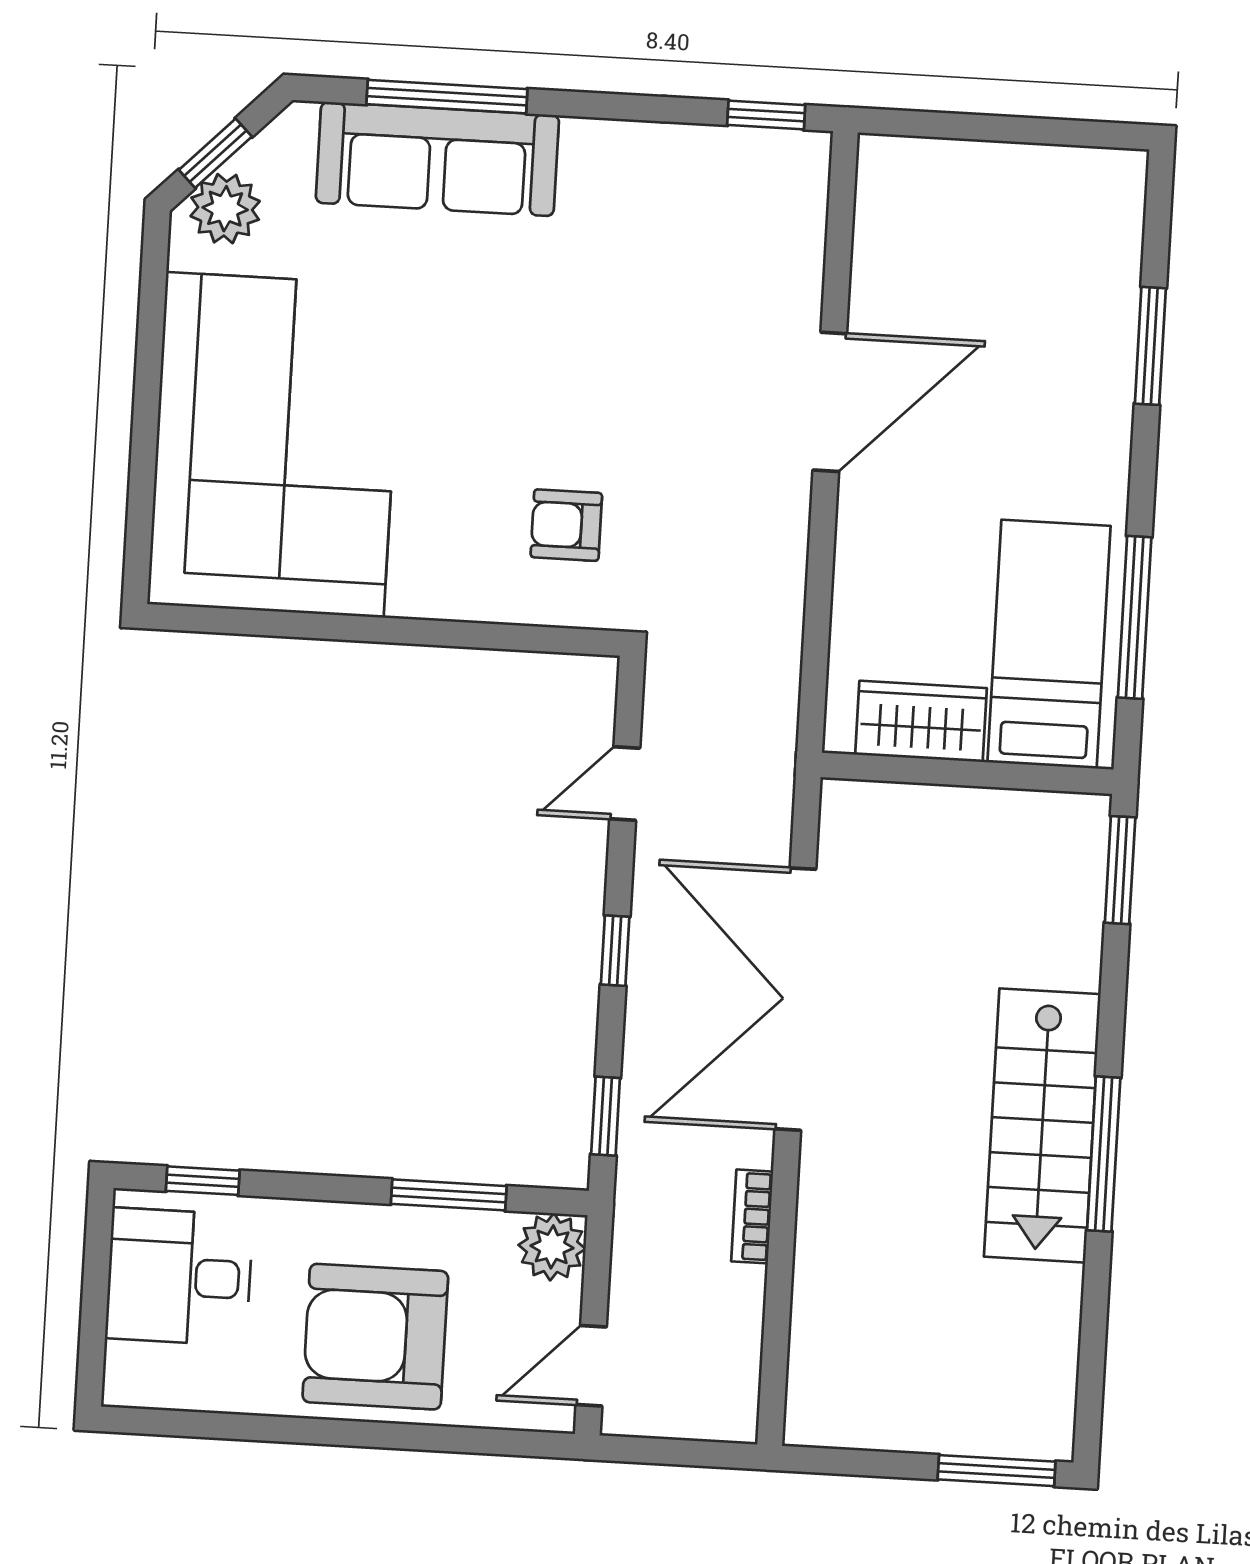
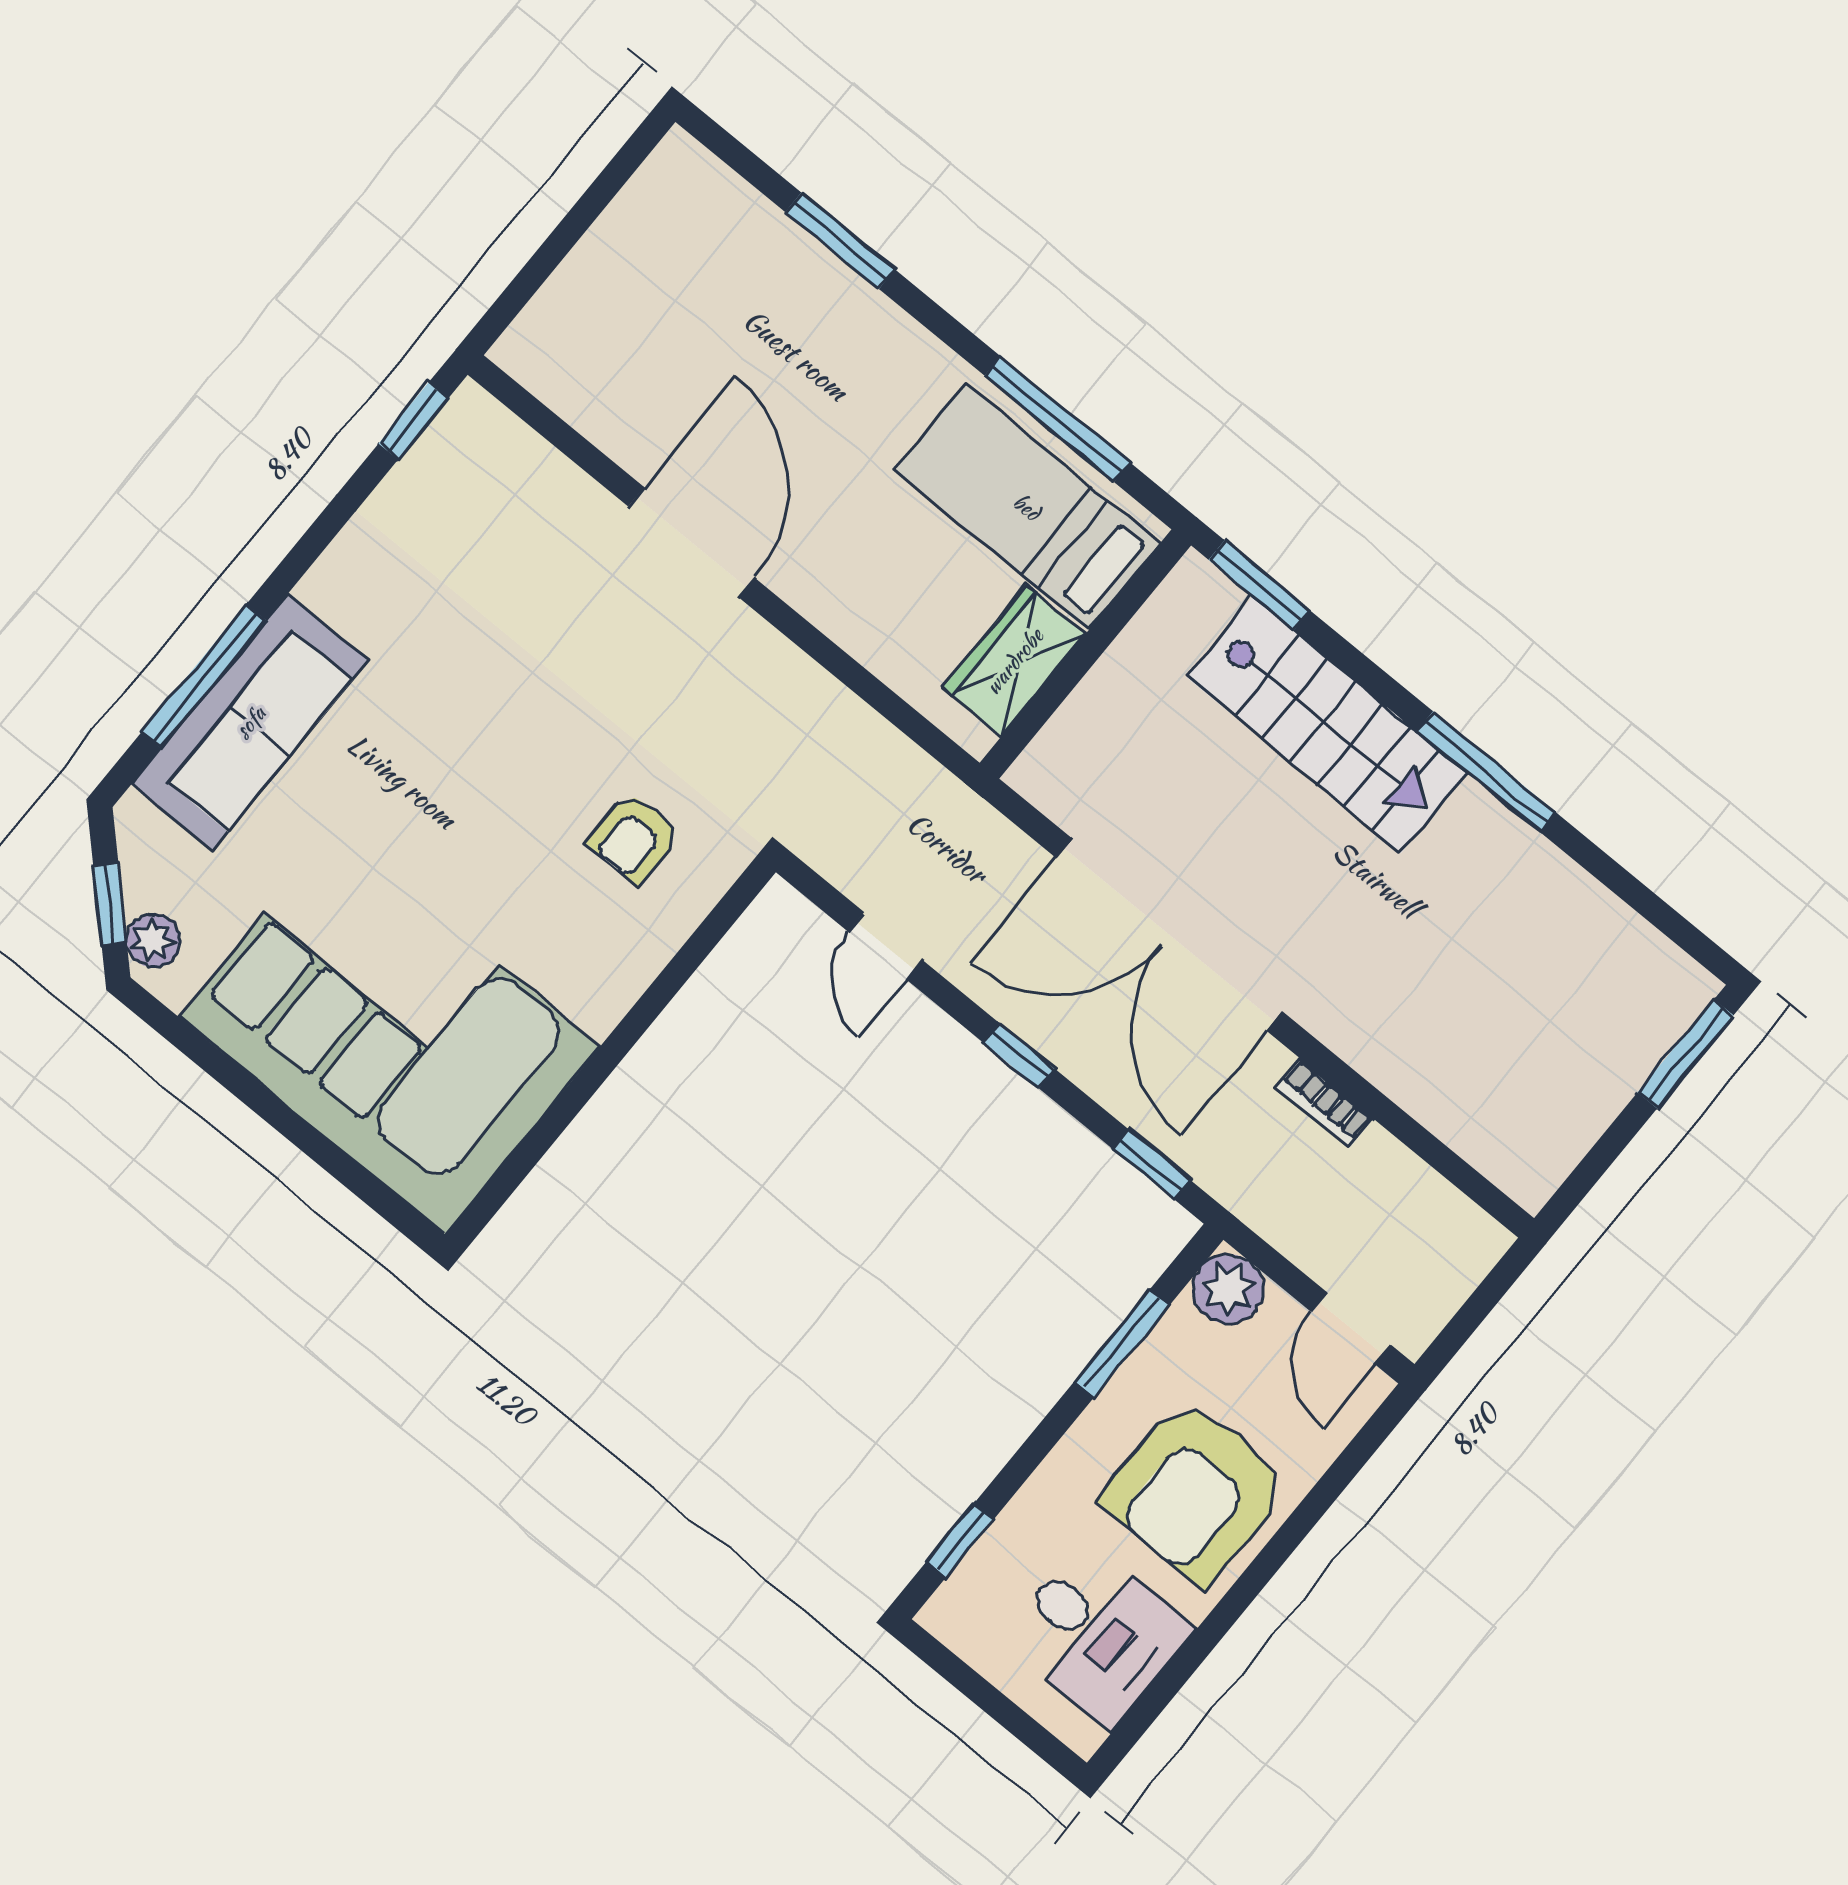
plant: (225, 209) -> (153, 941), width x0.73, depth x0.73
stairs: (1042, 1125) -> (1327, 725), moved
desk: (179, 1277) -> (1098, 1635), moved, turned -90

